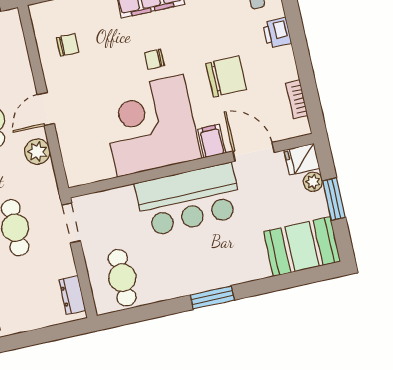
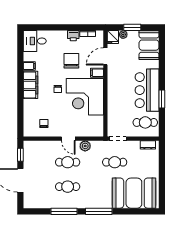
printer: (277, 33) -> (73, 36), moved
bar counter: (189, 200) -> (147, 90), moved, turned 180
window: (212, 298) -> (162, 99), moved

